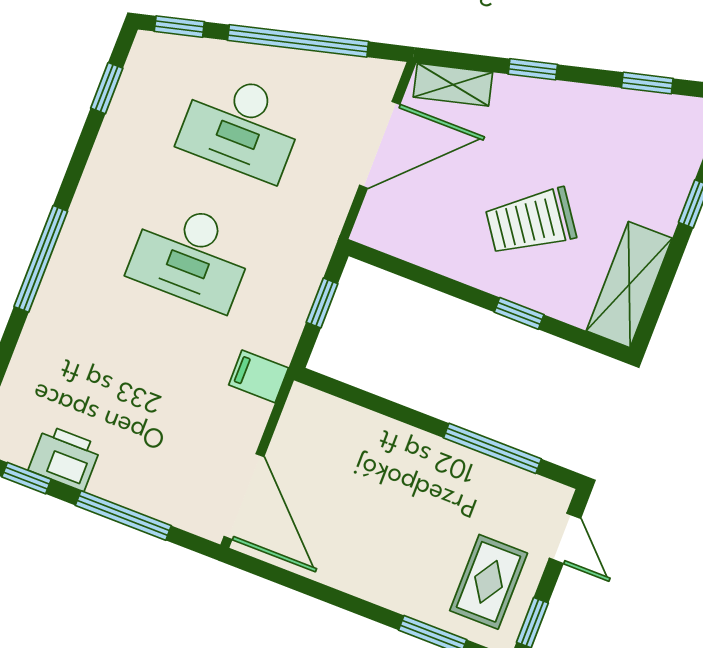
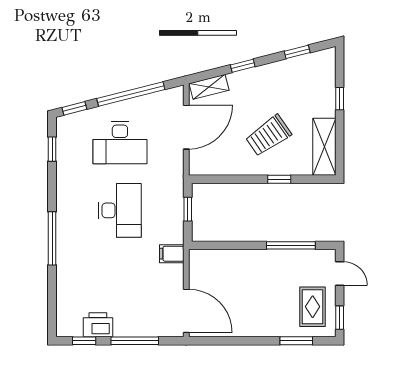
desk: (191, 255) -> (120, 210), turned -90

